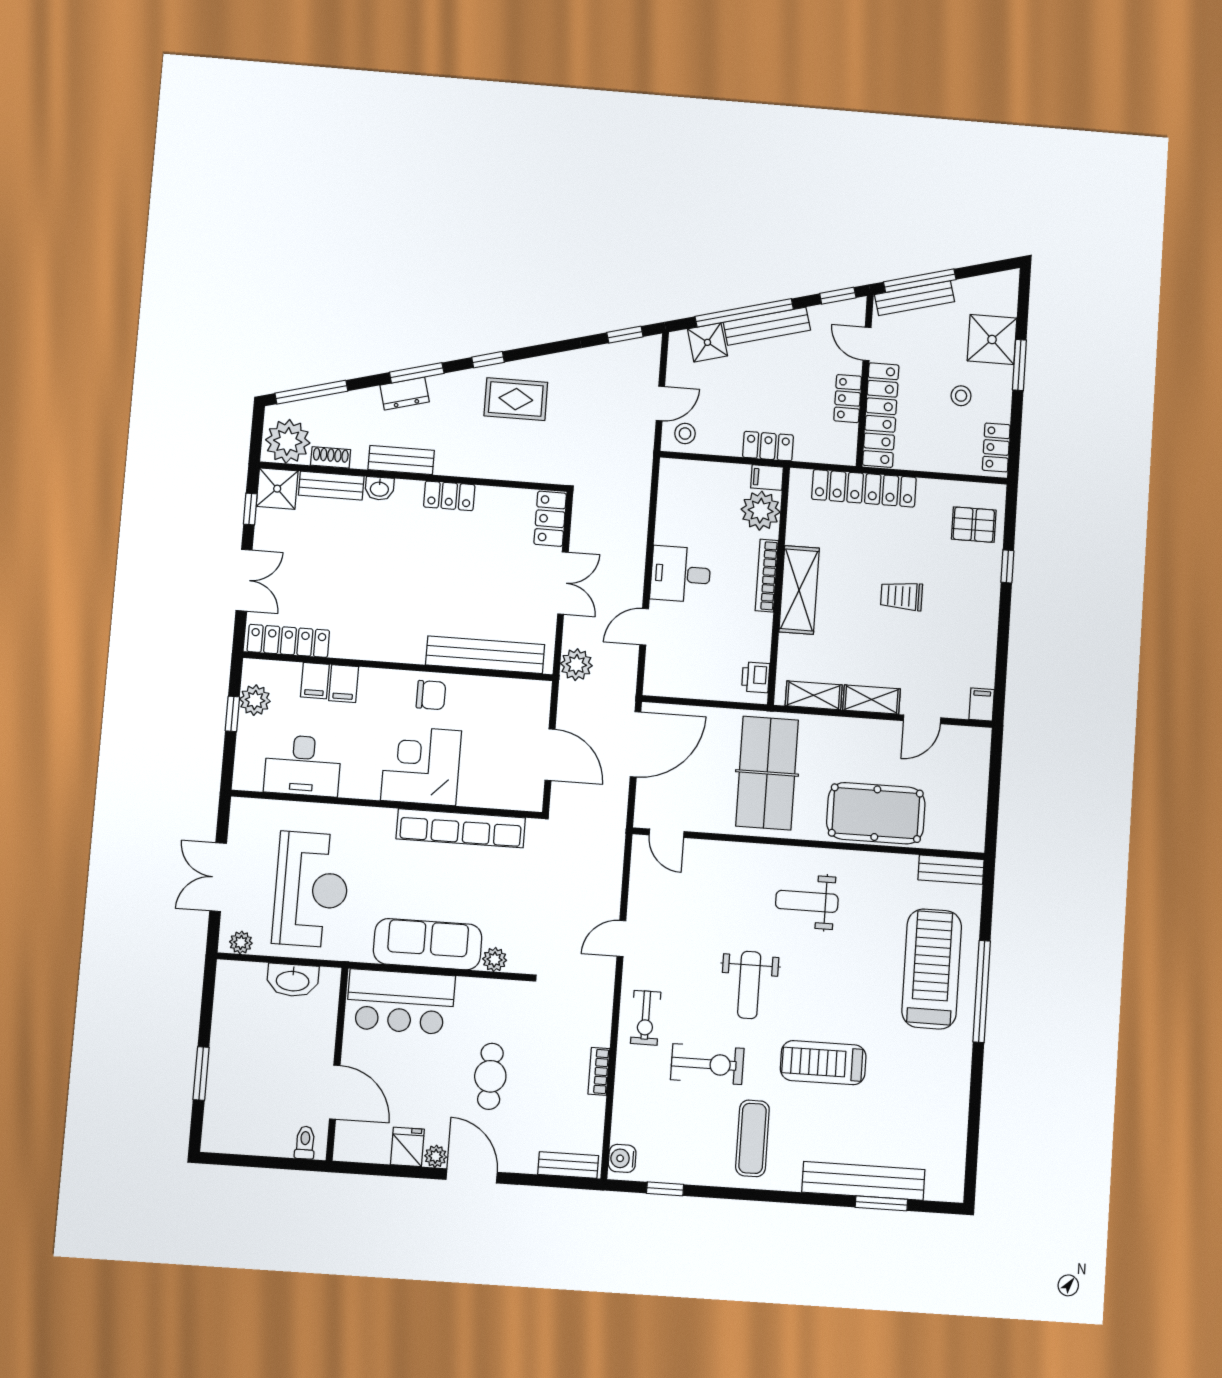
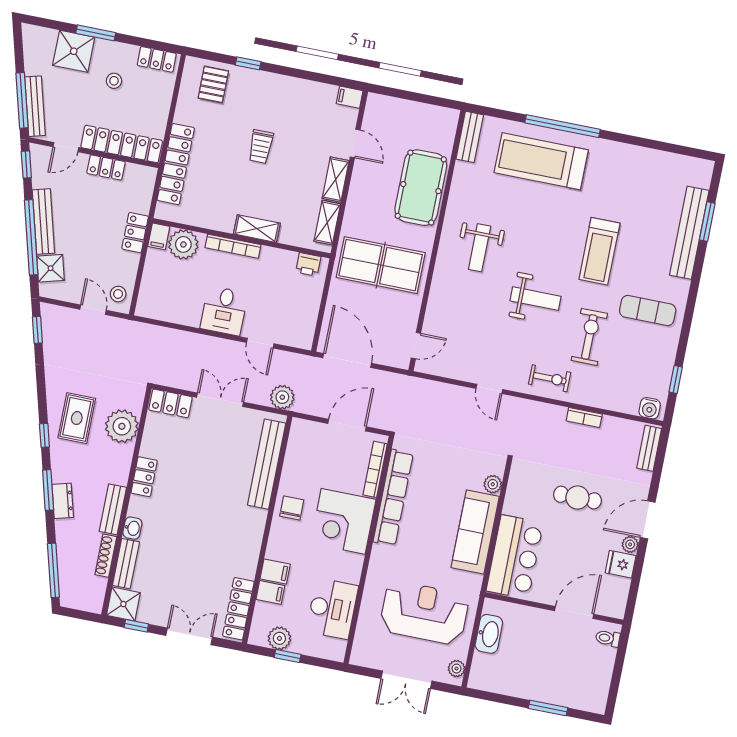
plant: (288, 441) -> (122, 426), moved
shoe rack: (331, 457) -> (106, 556), width x1.43
shelving: (799, 590) -> (257, 229), width x0.67, depth x0.75
bookcase: (495, 799) -> (375, 469), added

